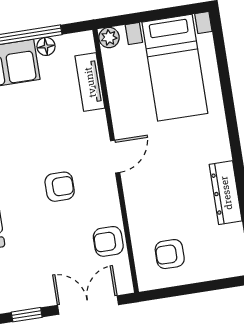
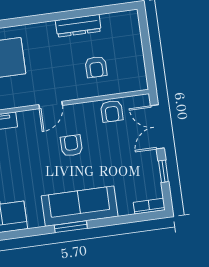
door: (115, 157) -> (51, 105), swing flipped
armchair: (170, 254) -> (96, 67), moved

